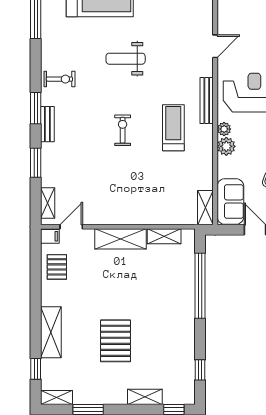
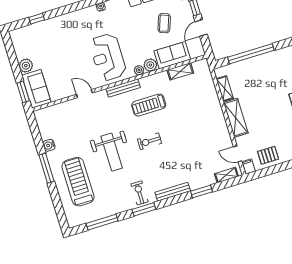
weight bench: (126, 59) -> (112, 152), width x1.36, depth x1.33
window: (36, 108) -> (144, 209), moved
bench: (47, 124) -> (173, 192), width x1.36
exercise bike: (123, 130) -> (149, 141), moved
sofa: (230, 201) -> (172, 55), moved
shelving: (205, 208) -> (180, 71), moved

